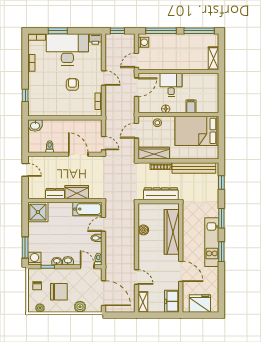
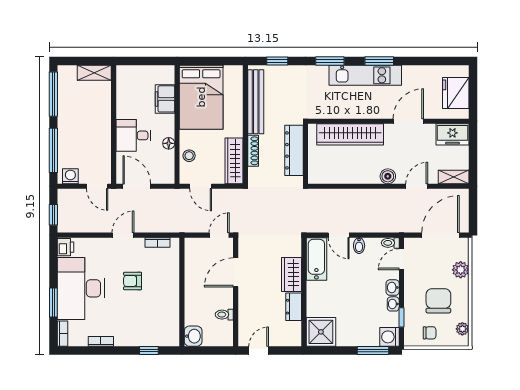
filing cabinet: (191, 106) -> (165, 99), width x2.00
boiler: (143, 230) -> (388, 176), moved

